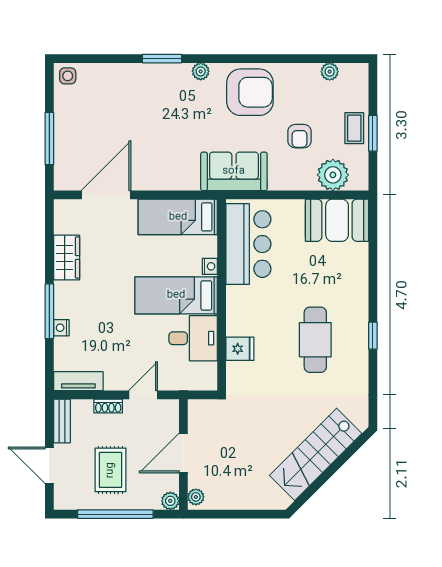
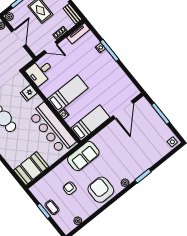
armchair: (250, 92) -> (101, 190), turned 90
plant: (333, 175) -> (46, 184), removed
bar counter: (248, 244) -> (52, 128), width x1.36
wardrobe: (67, 258) -> (119, 75), removed
desk: (193, 338) -> (40, 72), moved
door: (143, 395) -> (51, 47), hinge flipped

